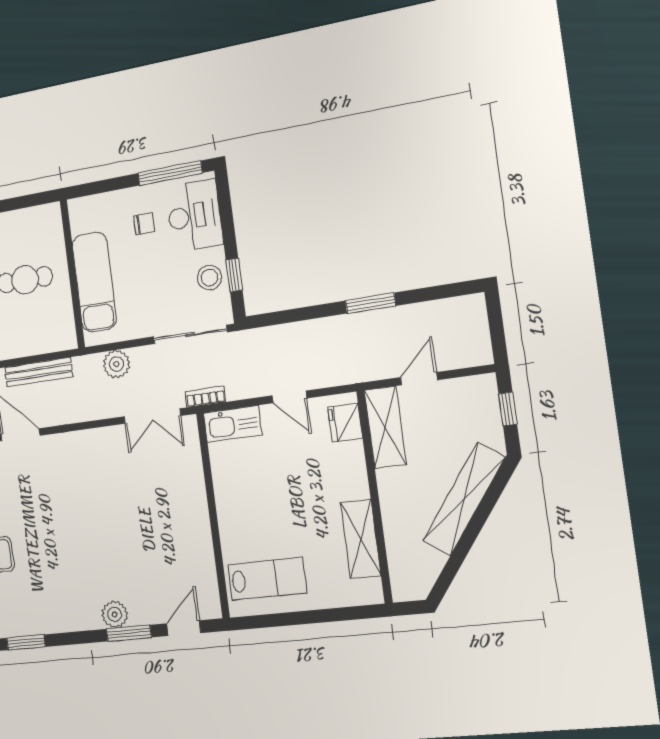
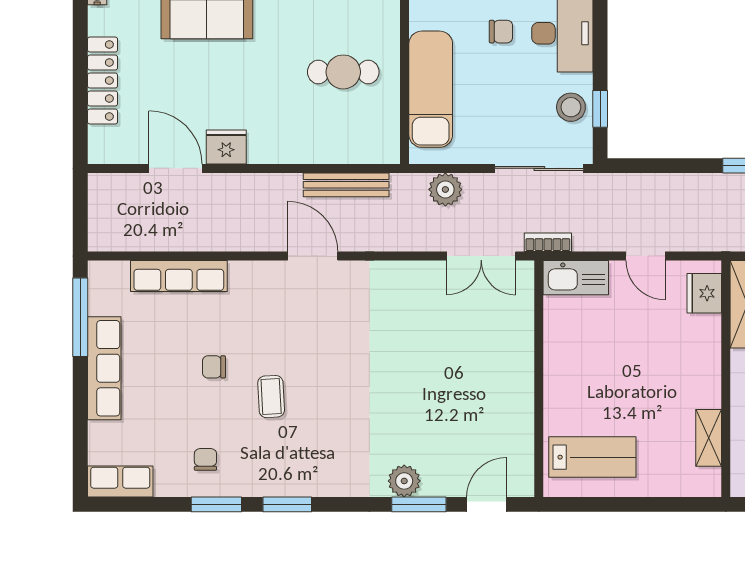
shelving: (361, 539) -> (709, 438), width x0.67, depth x0.75

